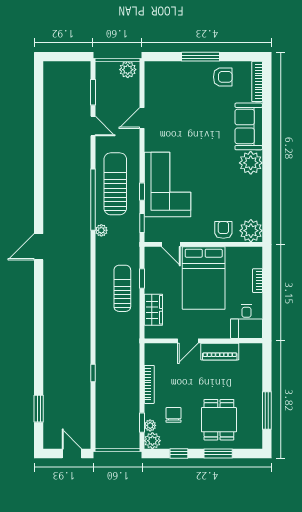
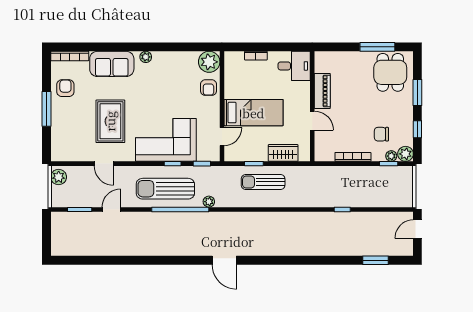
rug: (187, 125) -> (110, 121), added
plant: (251, 163) -> (146, 57), width x0.53, depth x0.53
armchair: (223, 230) -> (208, 88), turned -90
bed: (204, 278) -> (253, 113), width x0.67
dining table: (219, 420) -> (390, 72), moved, turned 90

